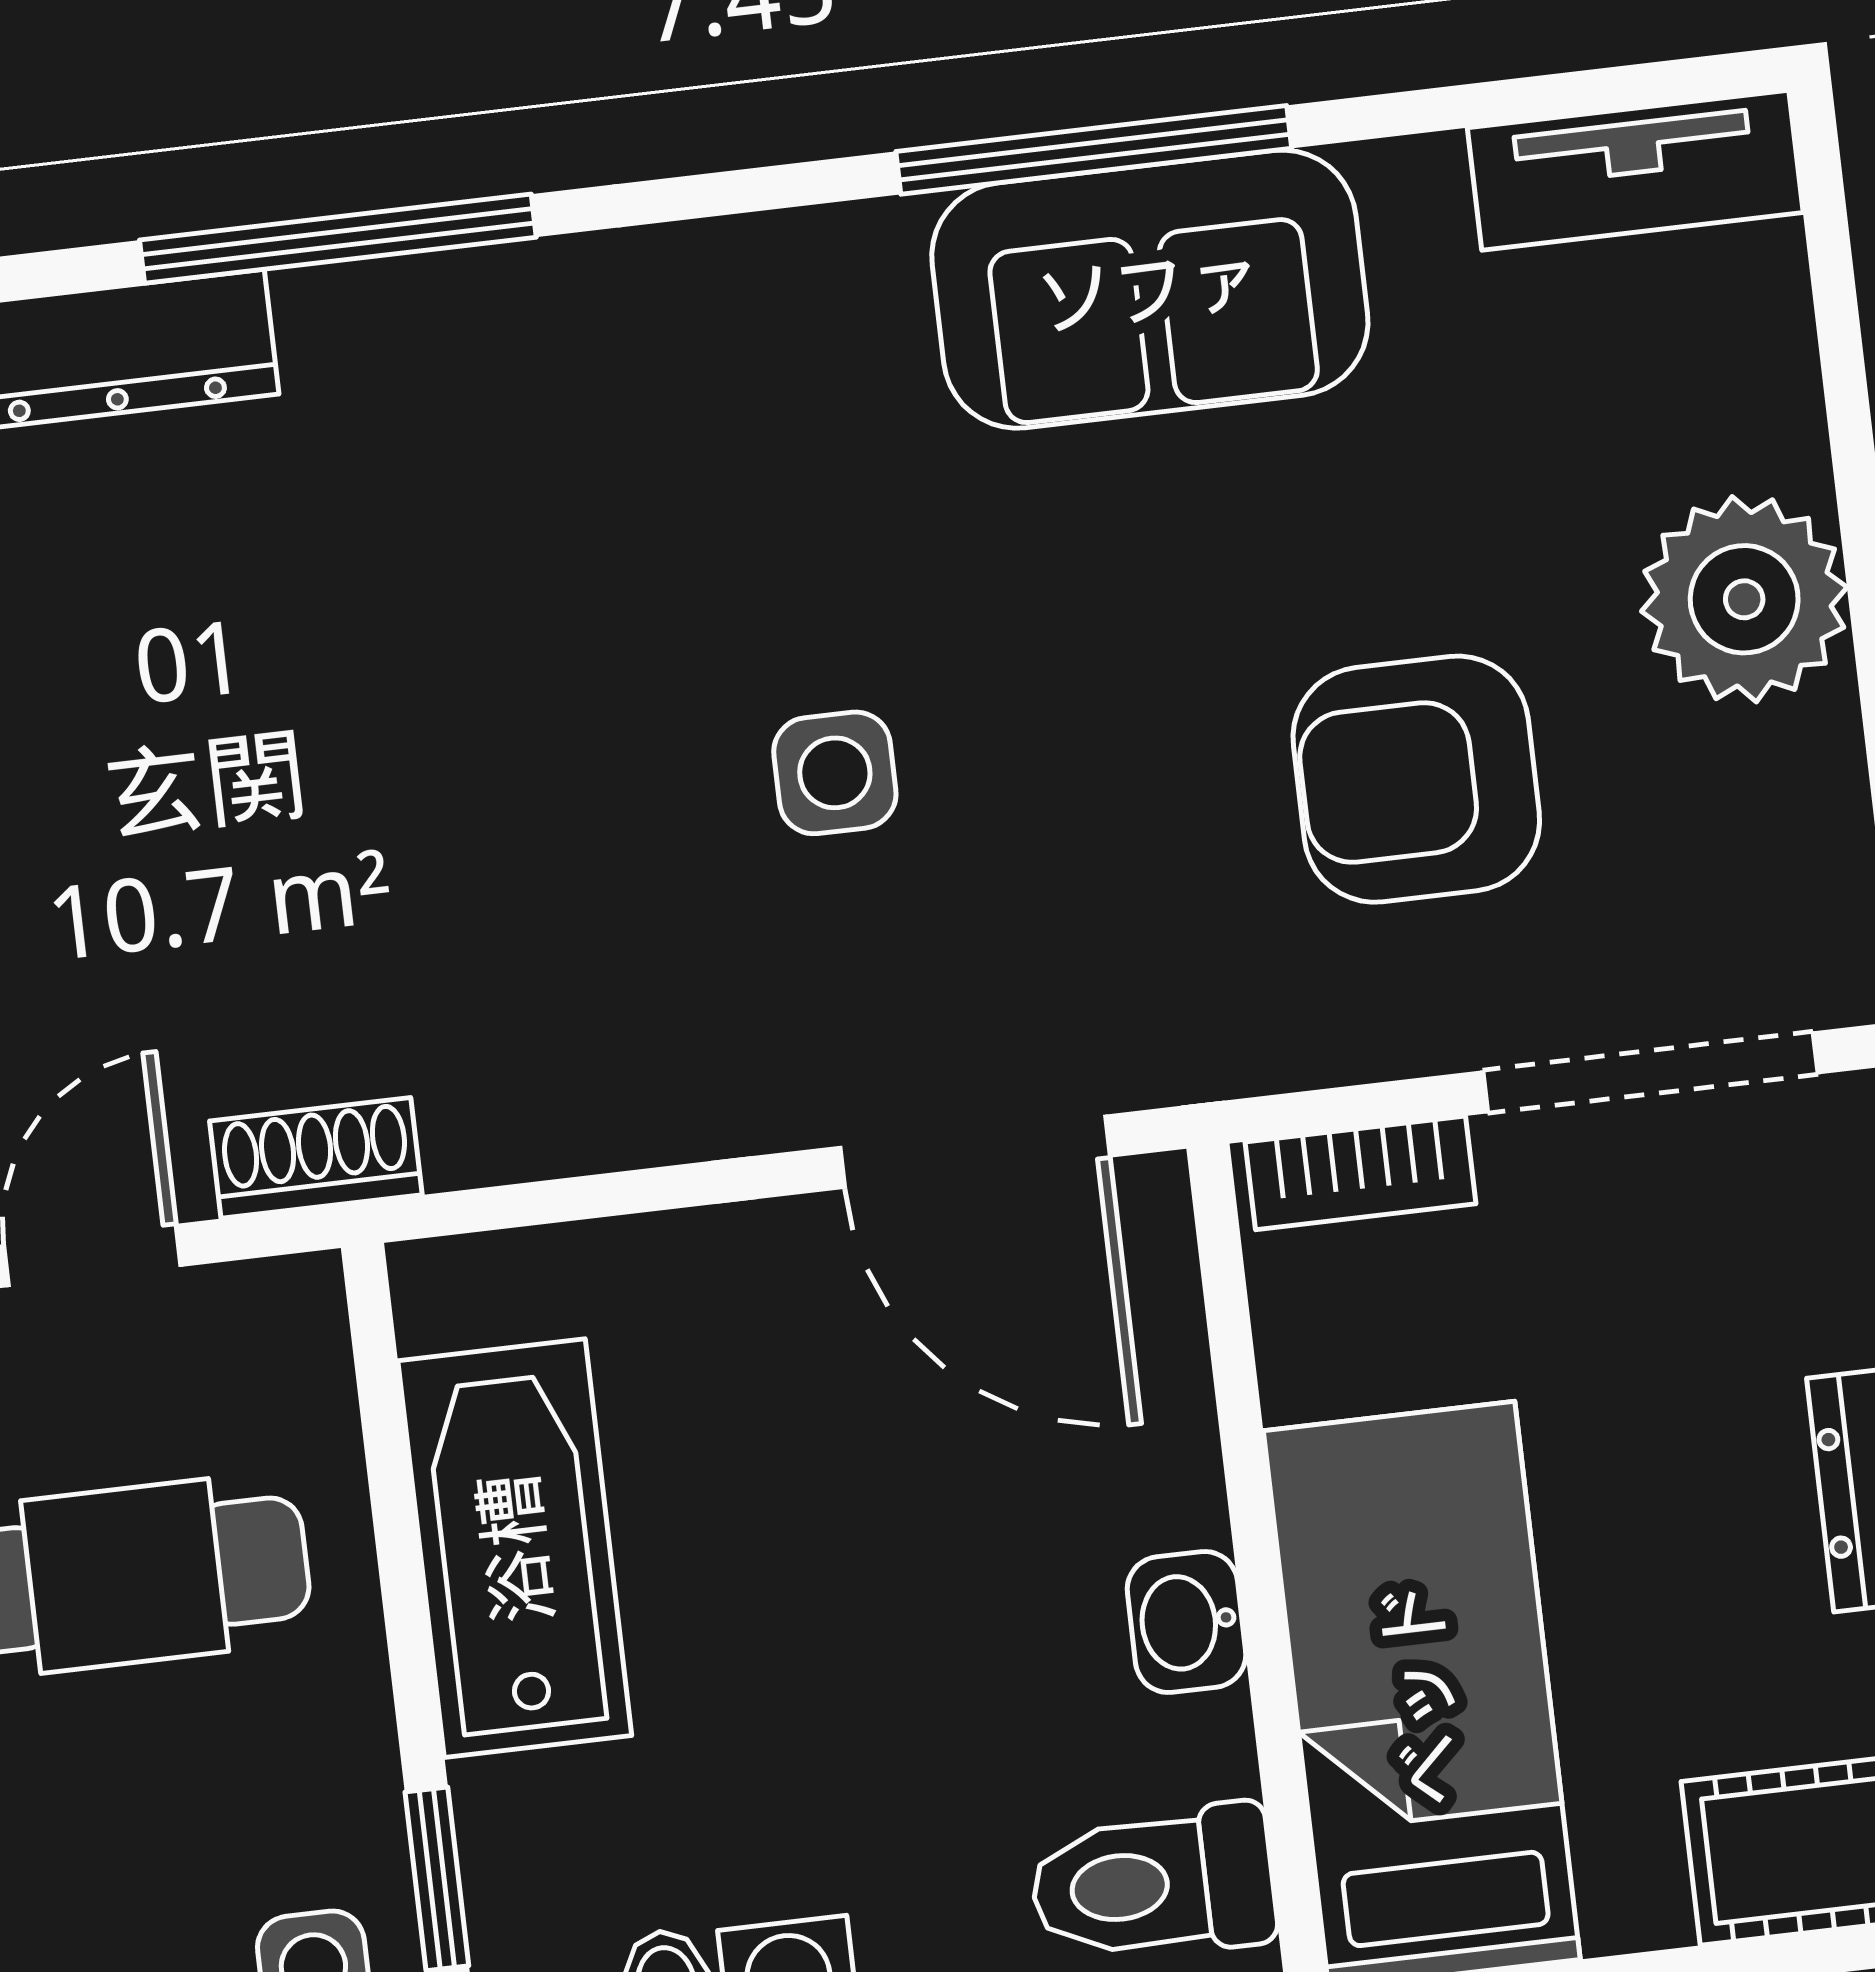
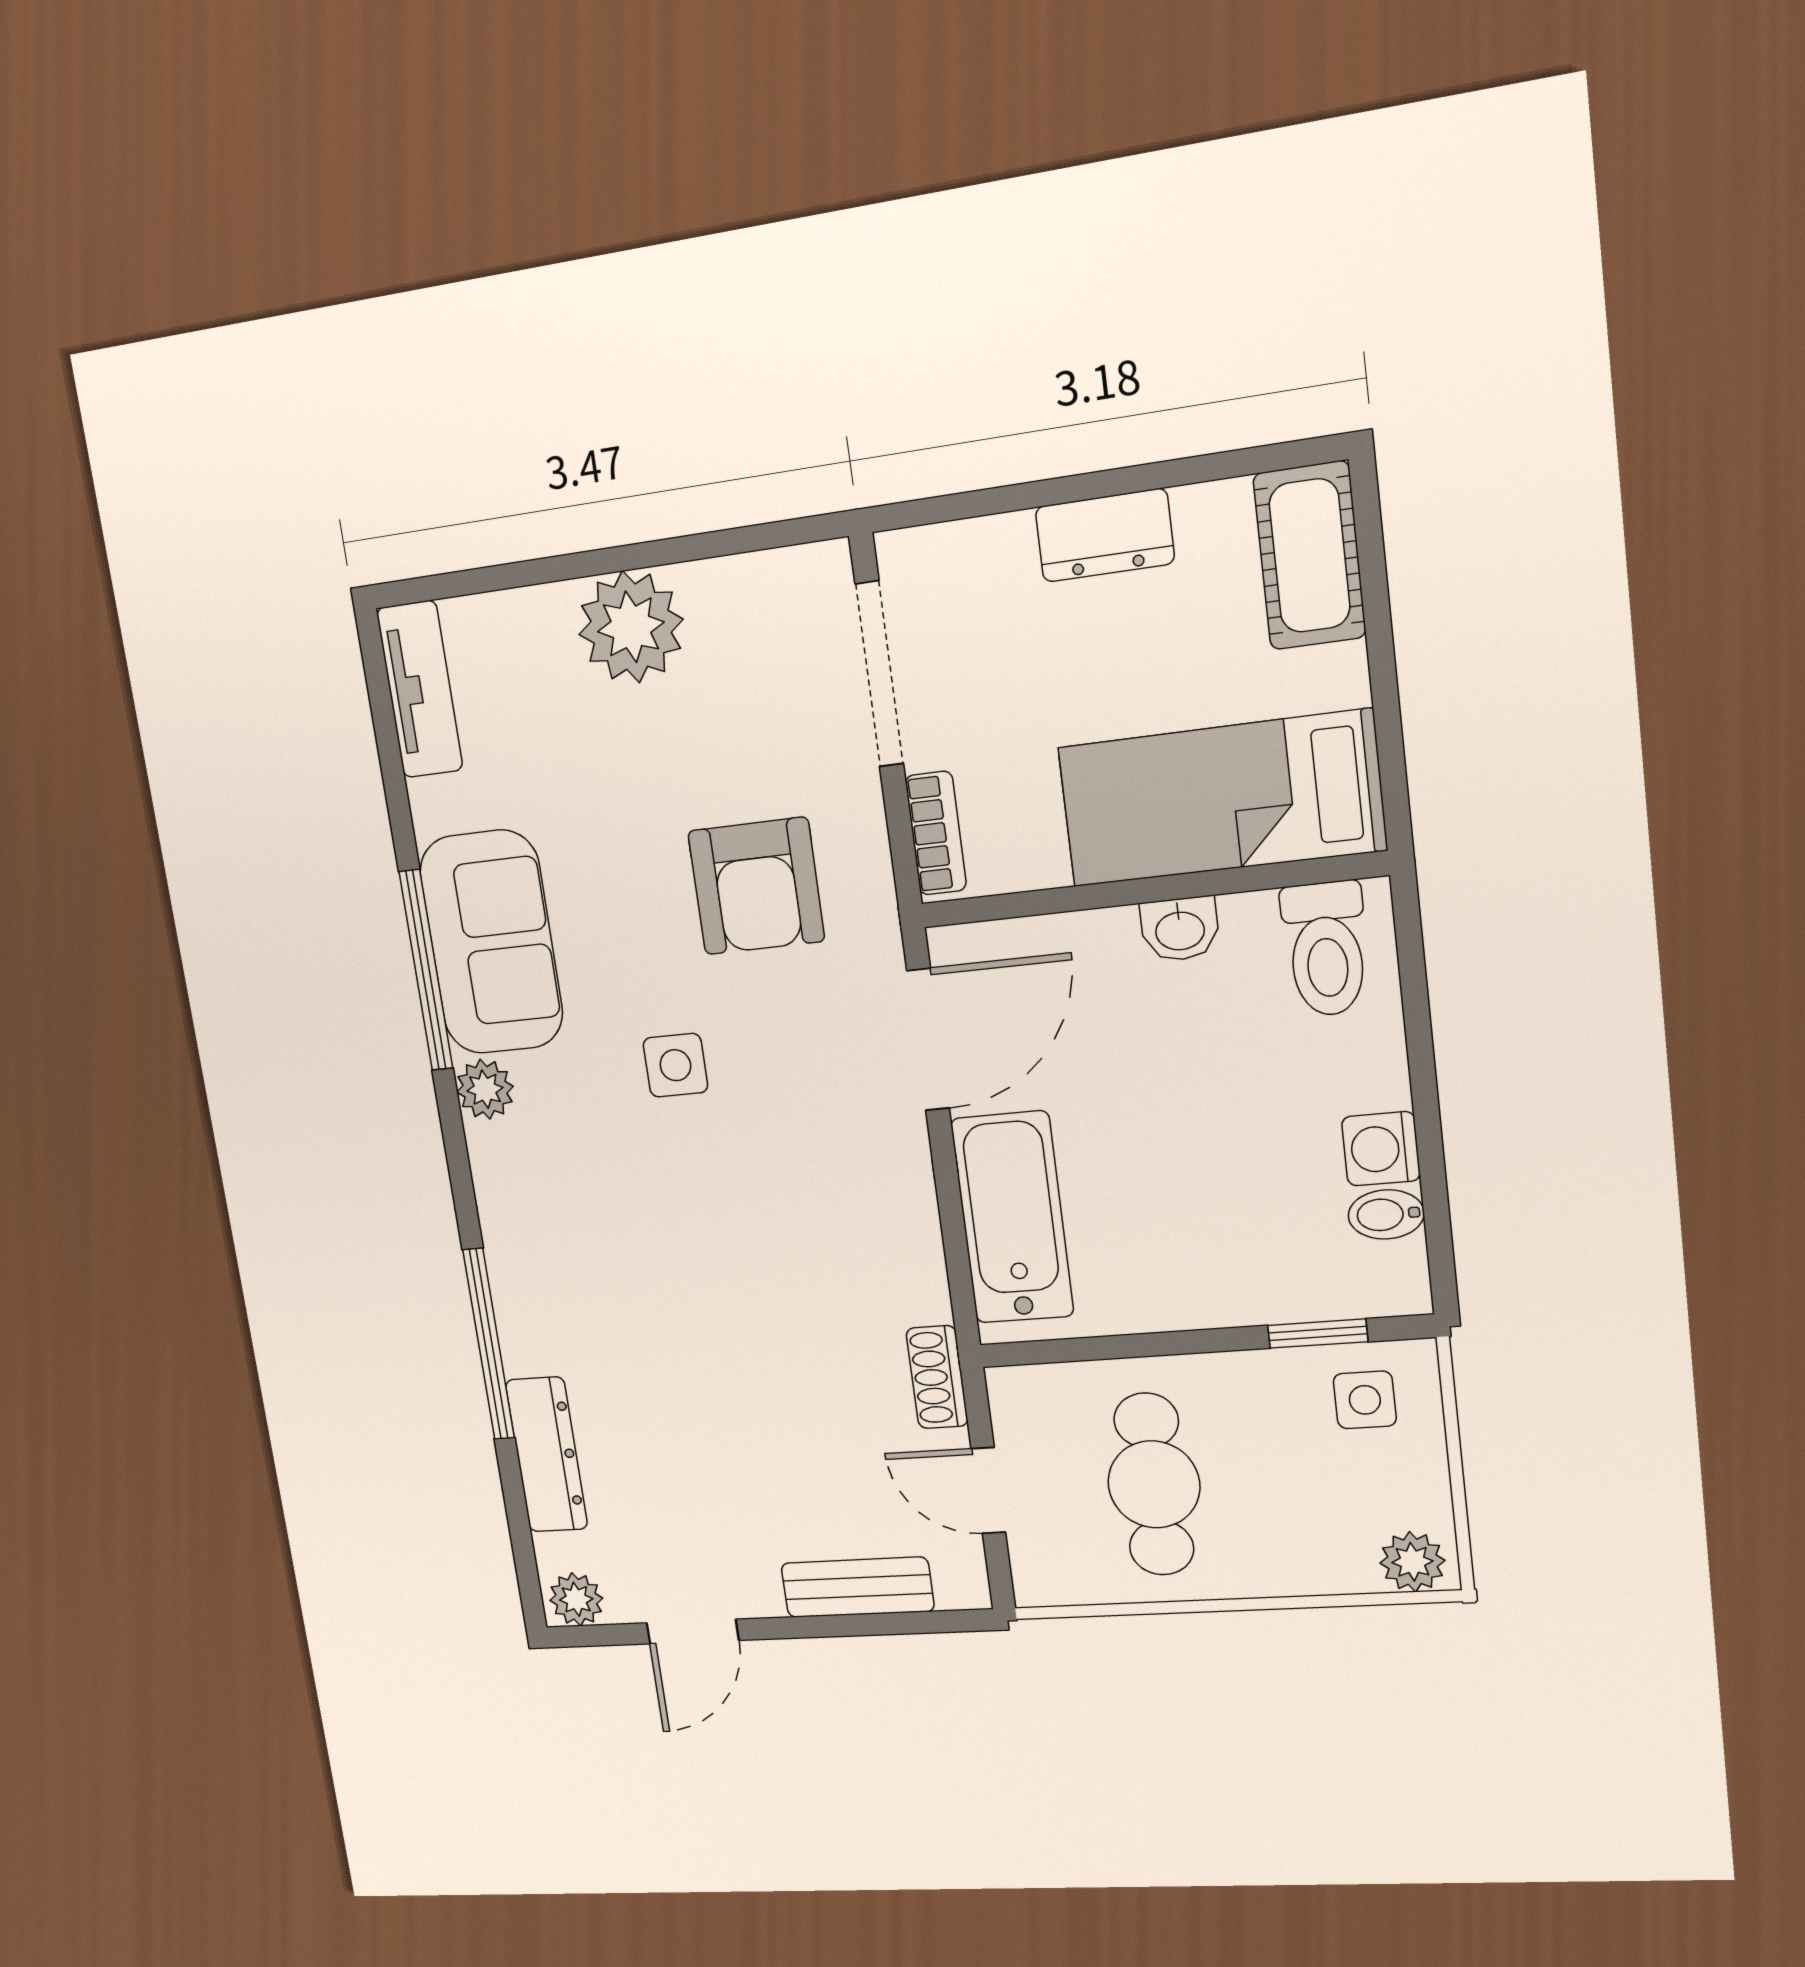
plant: (859, 260) -> (485, 1089), added
side table: (835, 773) -> (675, 1065), moved
armchair: (1416, 779) -> (756, 886), moved
bathtub: (515, 1548) -> (1012, 1218), moved, turned 90

